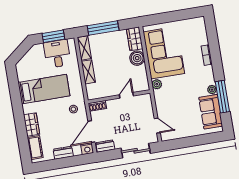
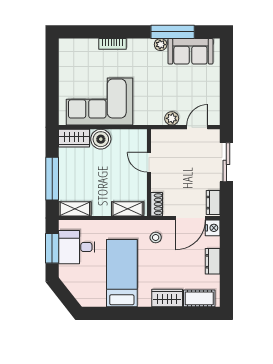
shelving: (88, 72) -> (128, 209), moved
plant: (157, 84) -> (172, 118), moved
door: (92, 132) -> (190, 218), hinge flipped

